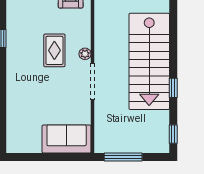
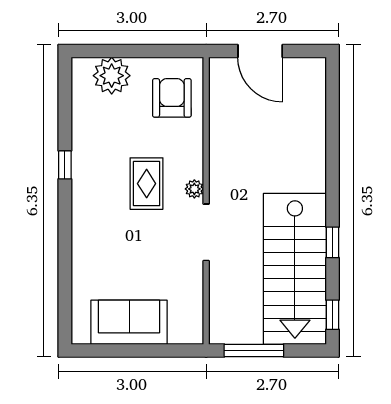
stairs: (149, 61) -> (295, 269), moved
sofa: (67, 139) -> (129, 322), moved

